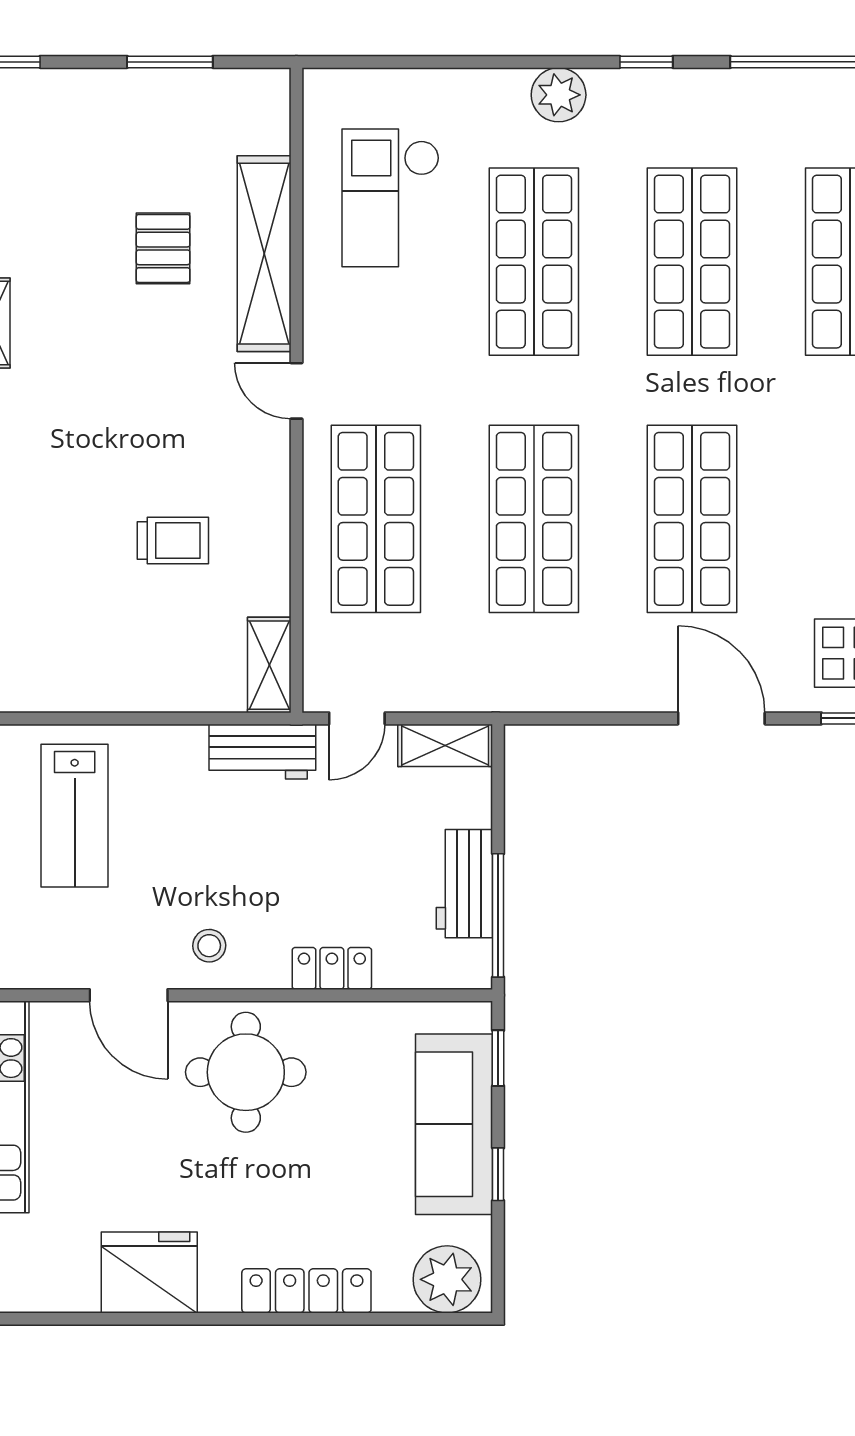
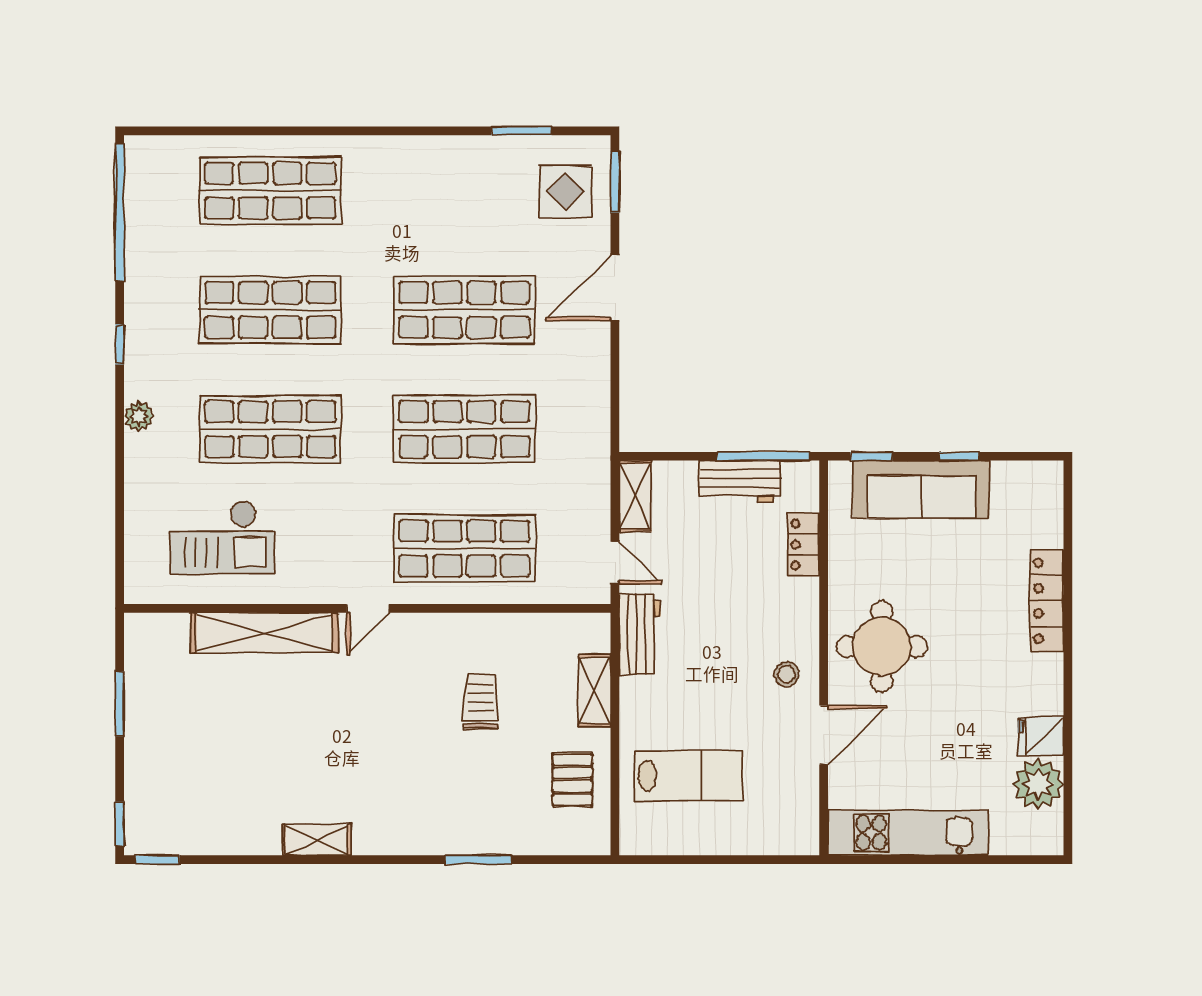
plant: (559, 95) -> (139, 416), width x0.73, depth x0.73
pallet: (163, 248) -> (572, 780), moved, turned 90
shelving: (269, 665) -> (594, 690), moved, turned 90
locker: (332, 968) -> (804, 545), moved
fridge: (149, 1272) -> (1041, 736), width x0.53, depth x0.75
plant: (447, 1279) -> (1038, 784), moved

